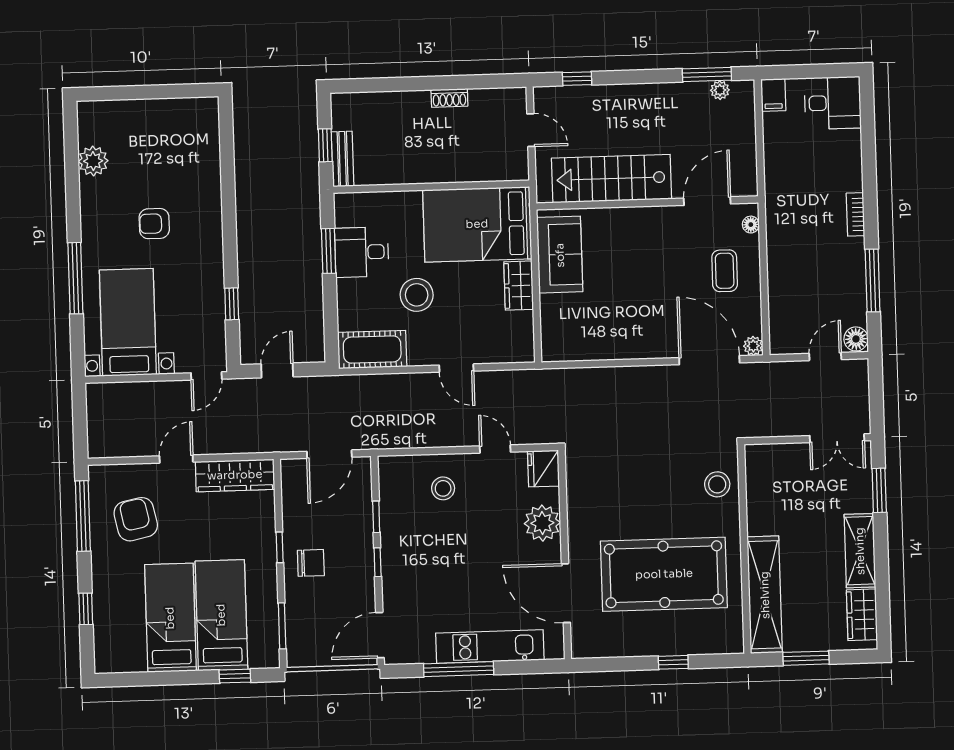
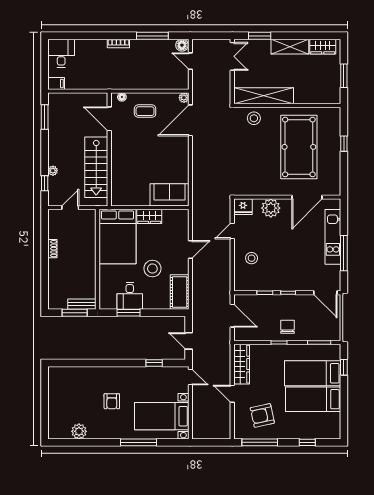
plant: (720, 90) -> (53, 171), moved
window: (325, 145) -> (75, 313), width x1.50
sofa: (560, 255) -> (170, 195), moved
shelving: (765, 595) -> (264, 96), moved

